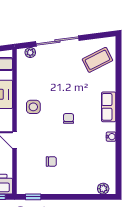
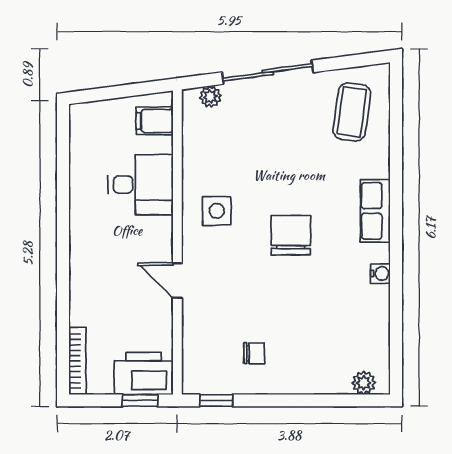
coffee table: (97, 60) -> (352, 112), turned -55
chair: (69, 118) -> (291, 235), width x1.87, depth x1.87
chair: (51, 162) -> (254, 353), moved

